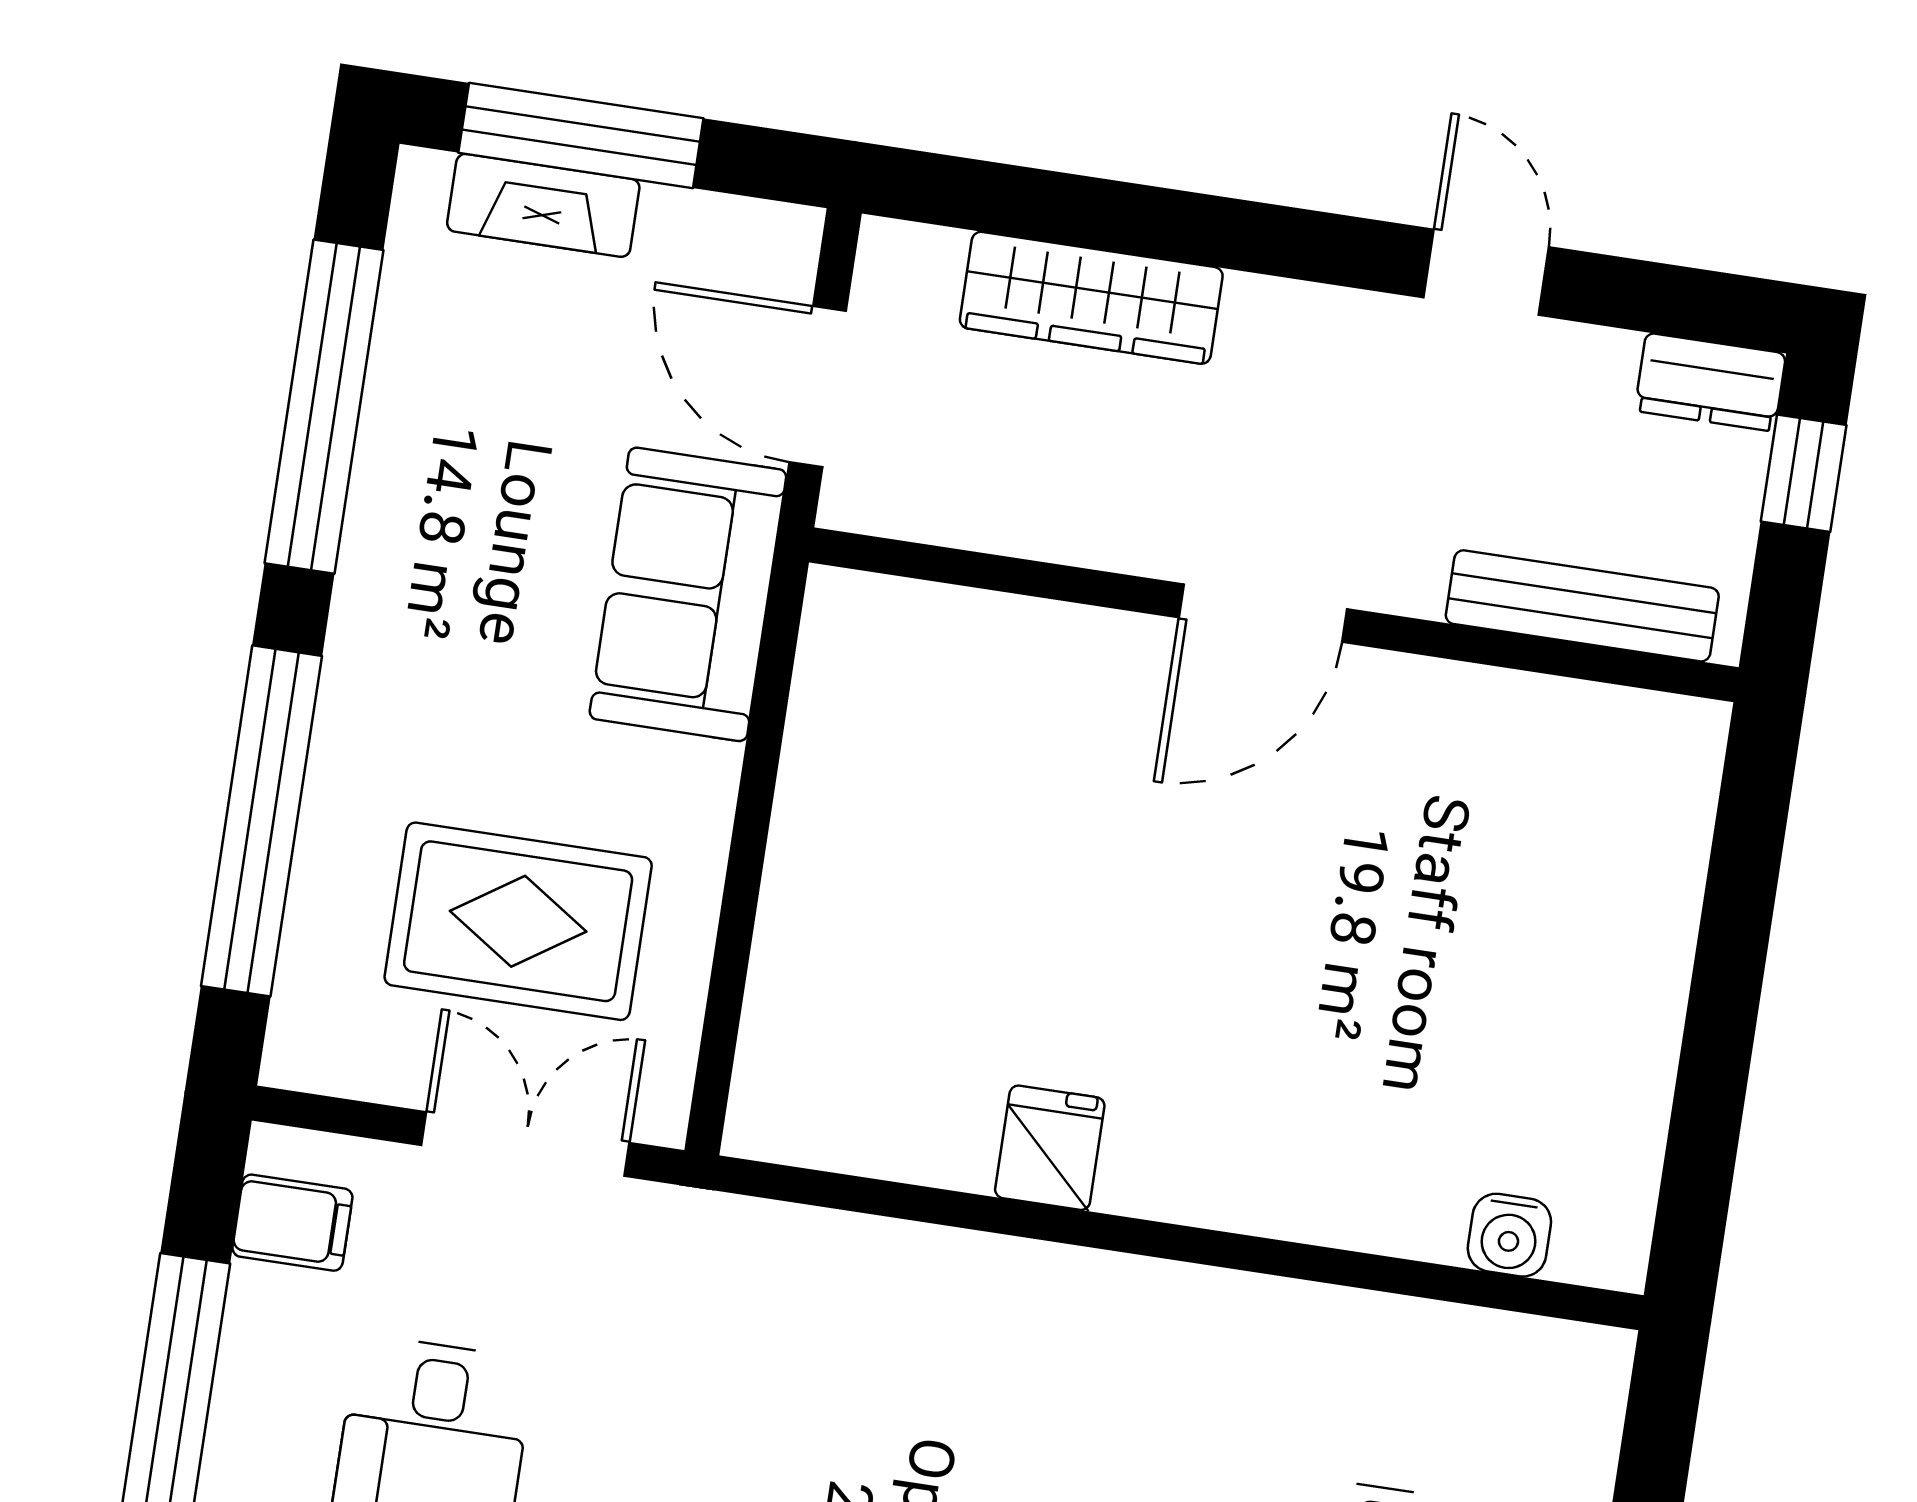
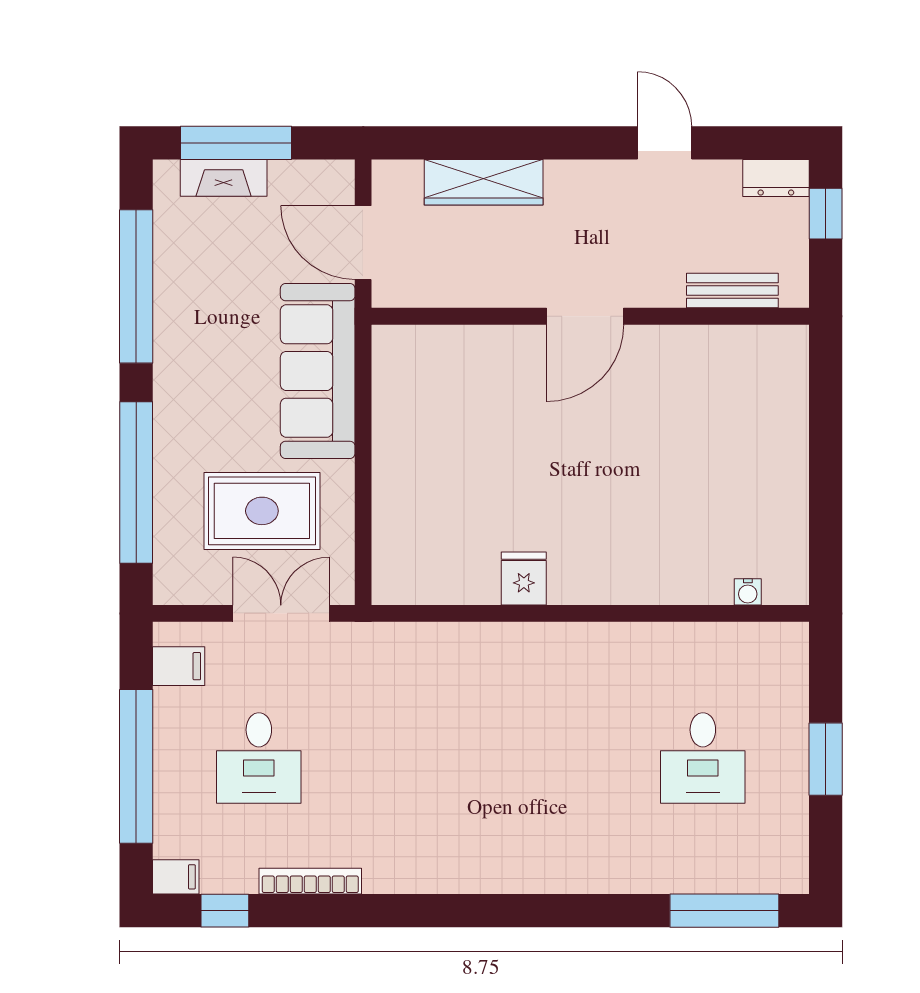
sofa: (688, 594) -> (318, 371), width x1.36
bench: (1582, 606) -> (732, 291), width x0.73
water cooler: (1509, 1235) -> (748, 592), width x0.72, depth x0.72

